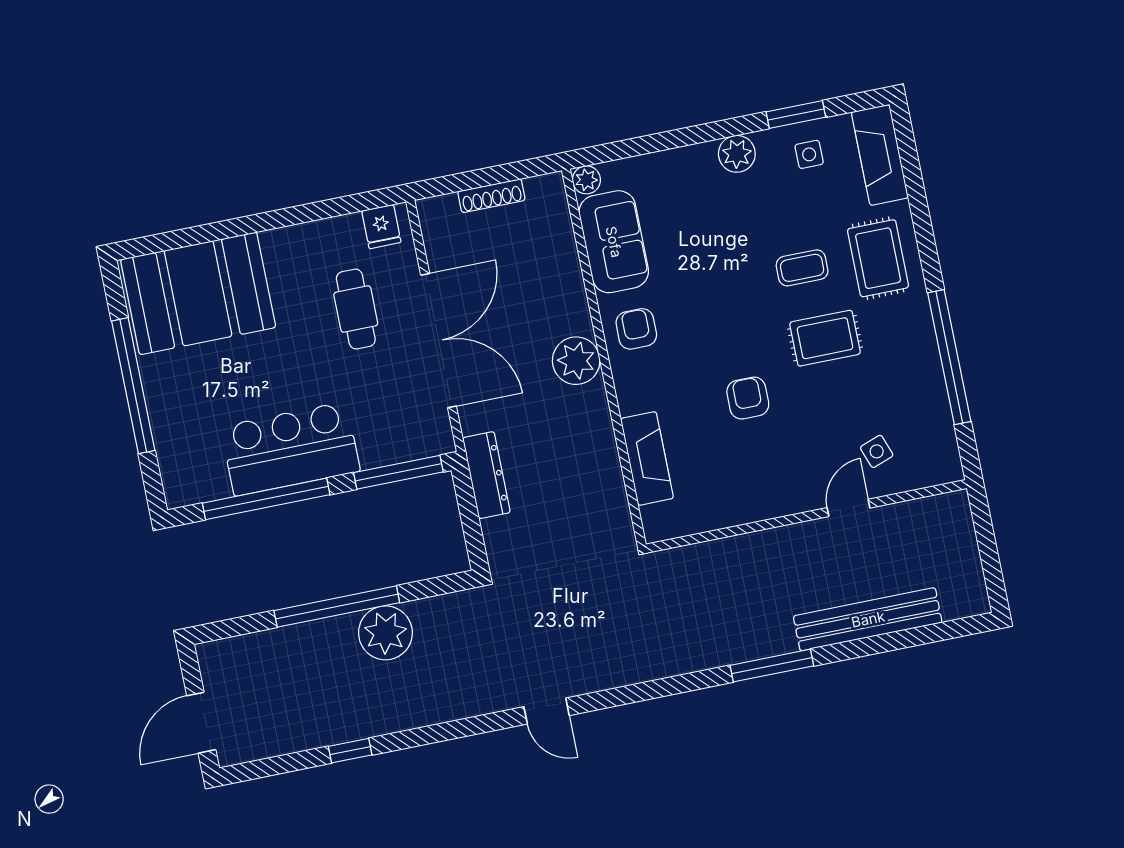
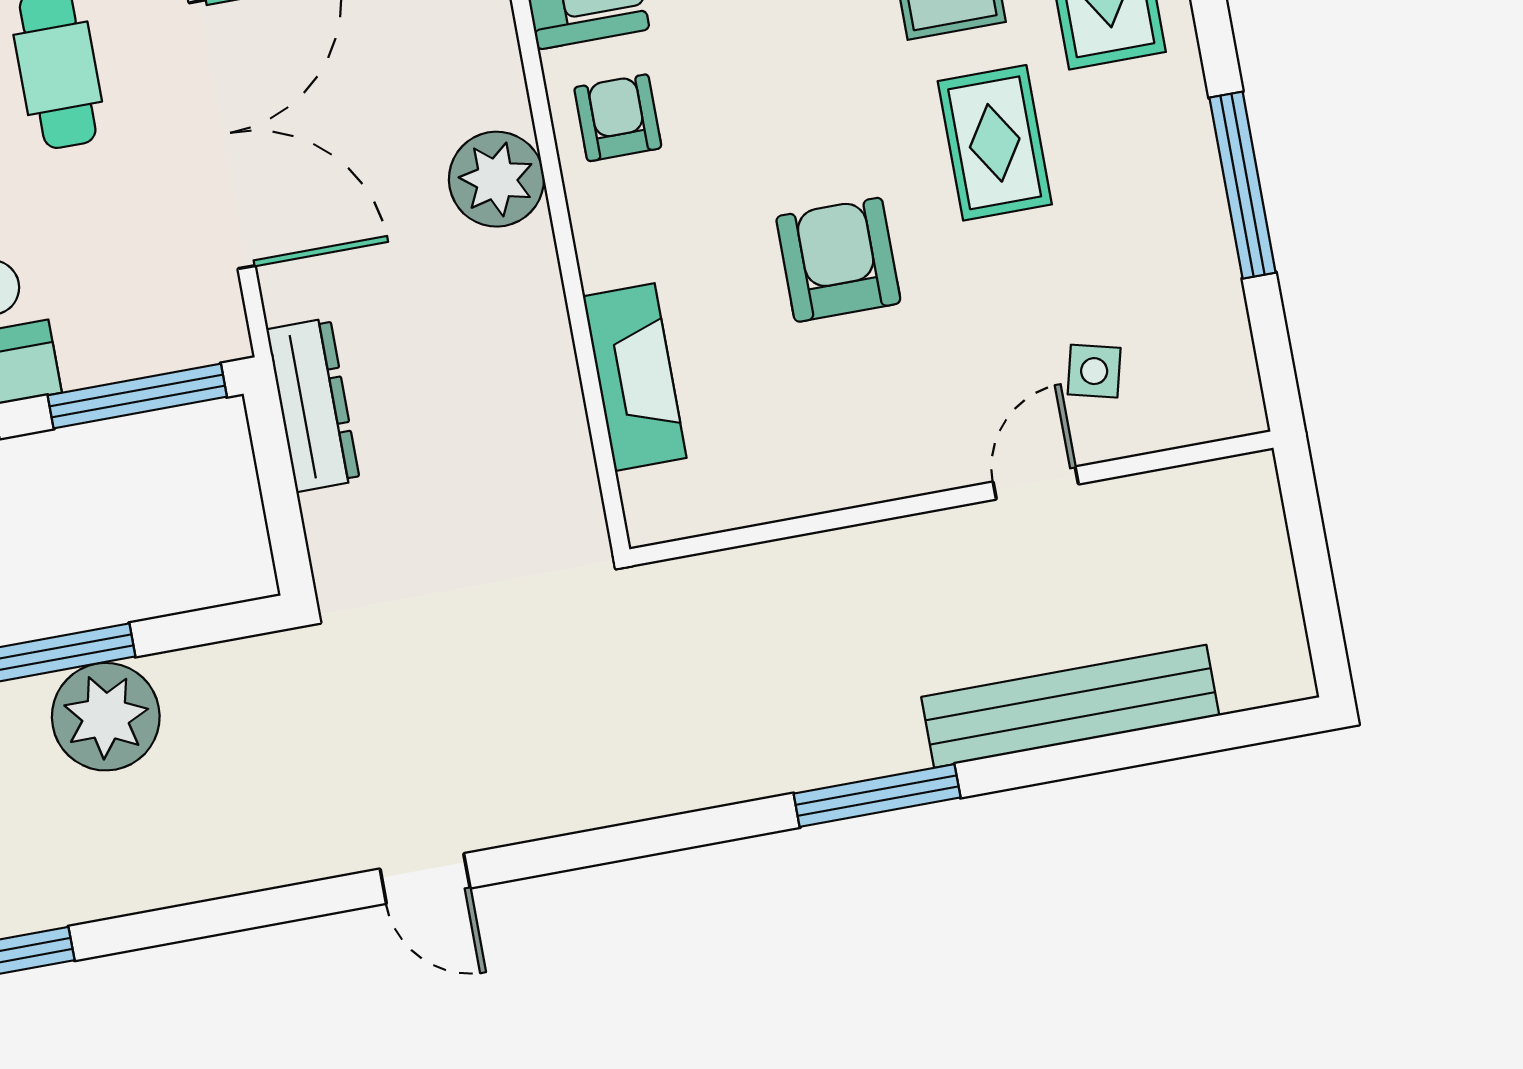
rug: (825, 338) -> (995, 143), turned 90
window: (949, 357) -> (1243, 185), width x0.68
armchair: (748, 398) -> (838, 260), width x1.38, depth x1.38
side table: (877, 451) -> (1094, 371), turned 34

